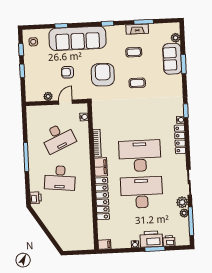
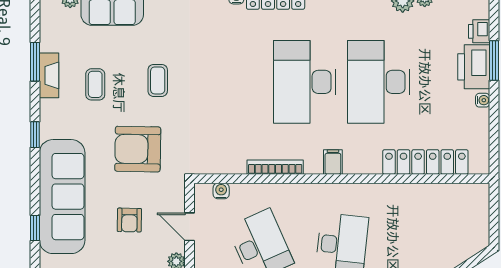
filing cabinet: (101, 167) -> (333, 162), width x0.50
locker: (102, 199) -> (425, 162), moved
filing cabinet: (104, 244) -> (480, 162), removed

